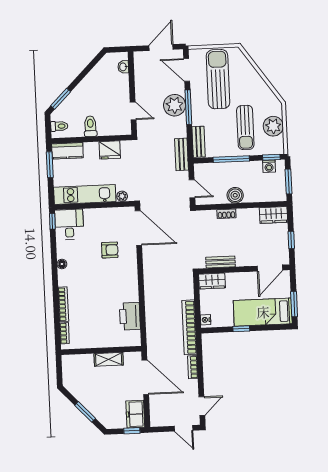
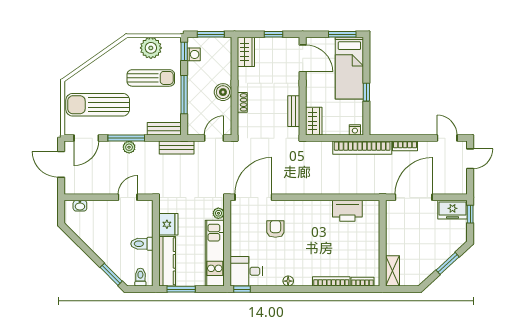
plant: (175, 105) -> (129, 147), width x0.53, depth x0.53
kitchen counter: (67, 151) -> (167, 261), width x1.50
shelving: (109, 359) -> (392, 271), moved

